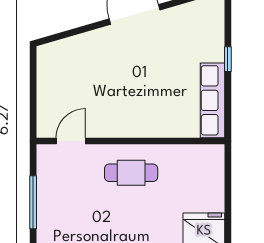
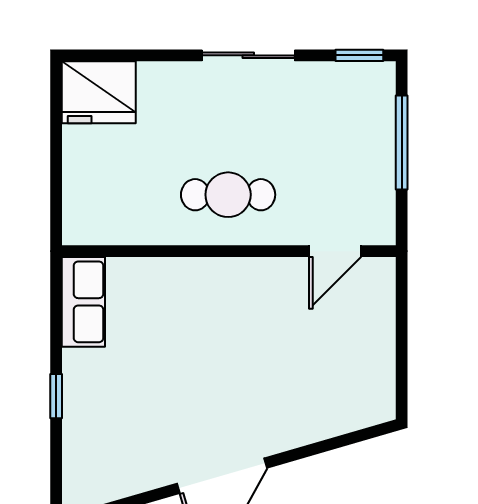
row of seats: (213, 100) -> (83, 302), width x0.68

